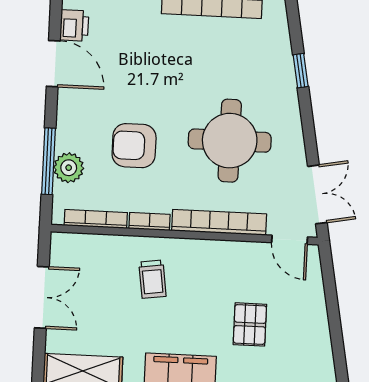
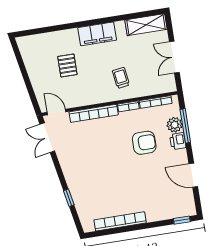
printer: (74, 25) -> (178, 141), moved
round table: (230, 141) -> (97, 155), removed

